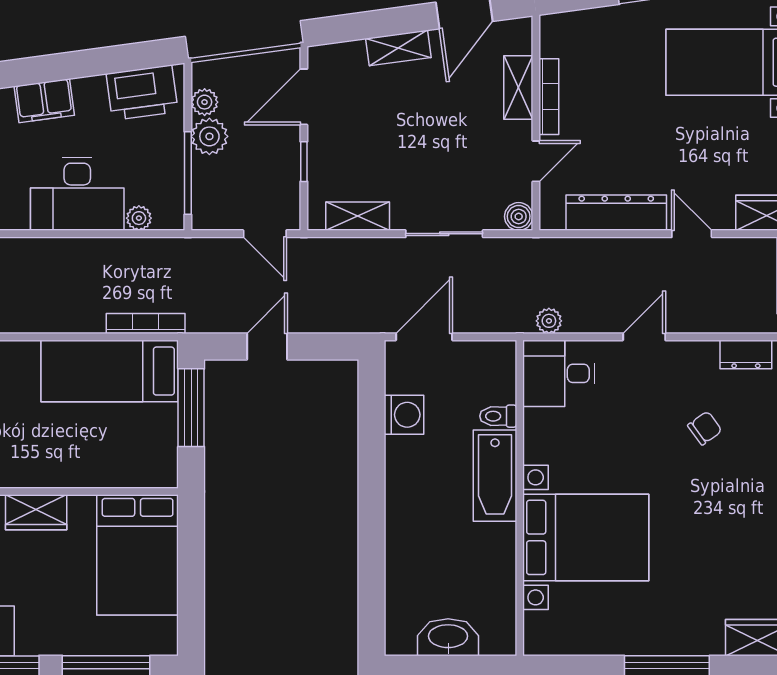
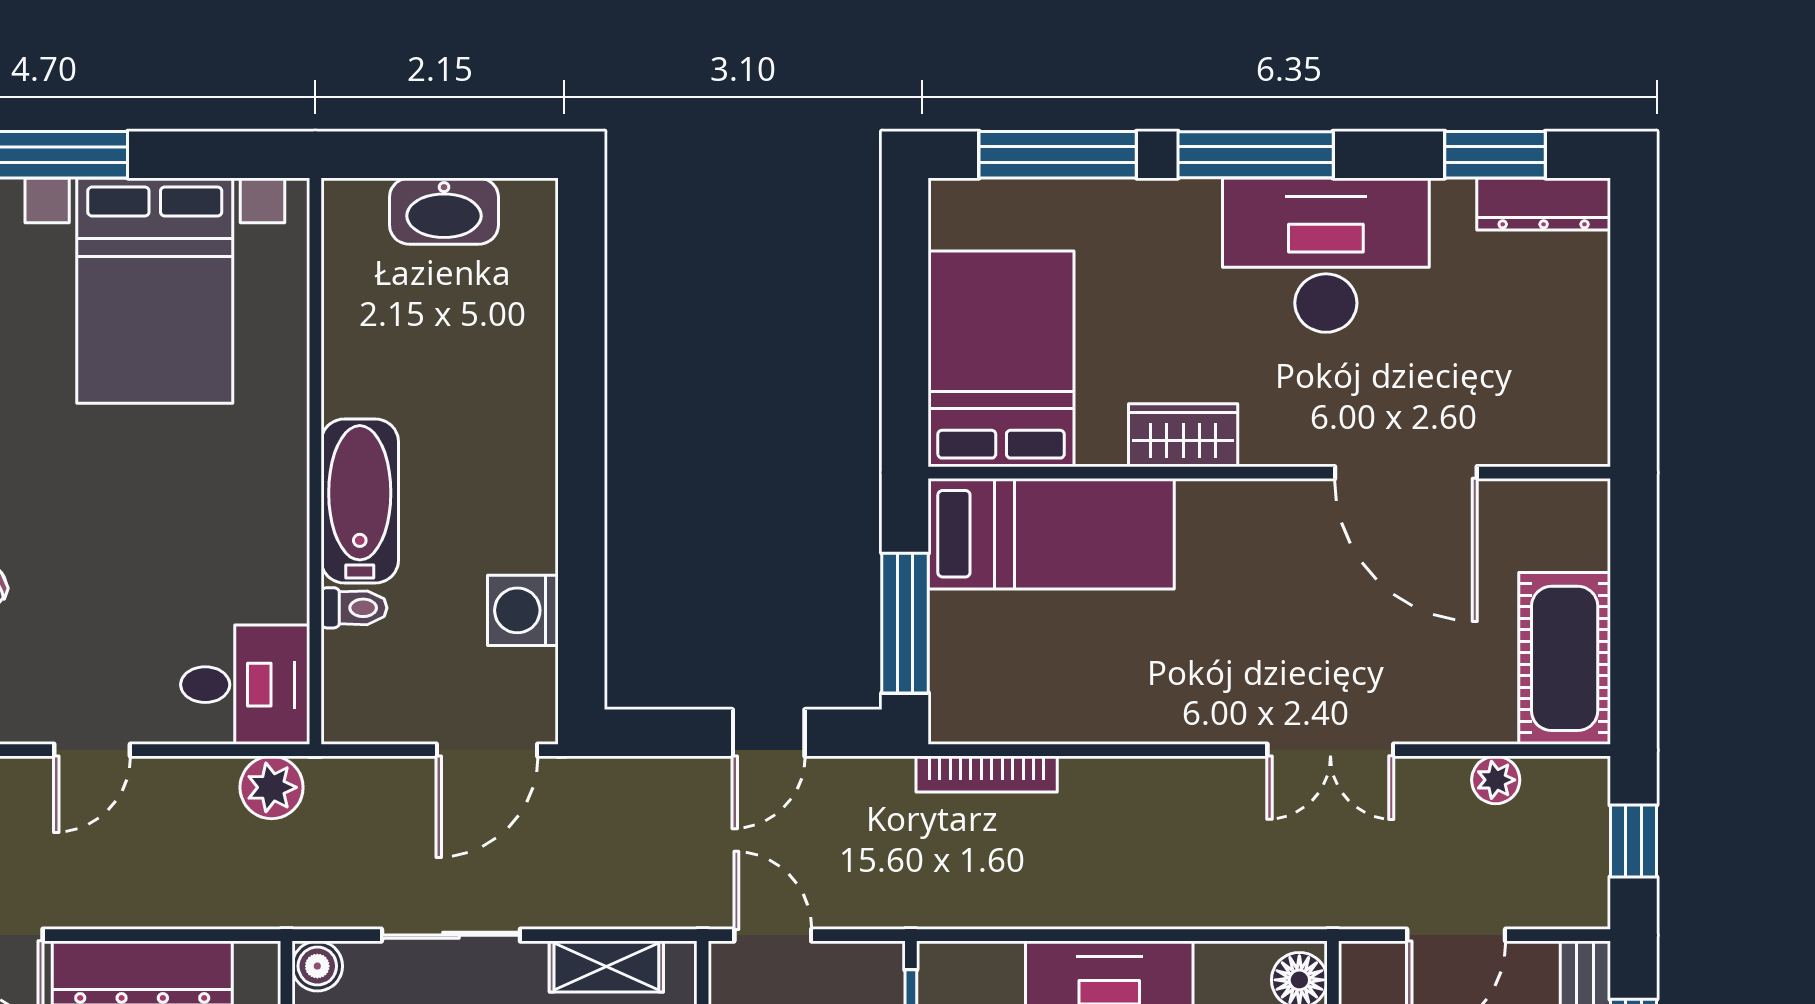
plant: (139, 218) -> (999, 963), removed
plant: (549, 321) -> (272, 787), width x1.38, depth x1.38
bed: (110, 371) -> (1051, 534), moved
bed with nightstands: (586, 537) -> (155, 291), moved, turned -90

